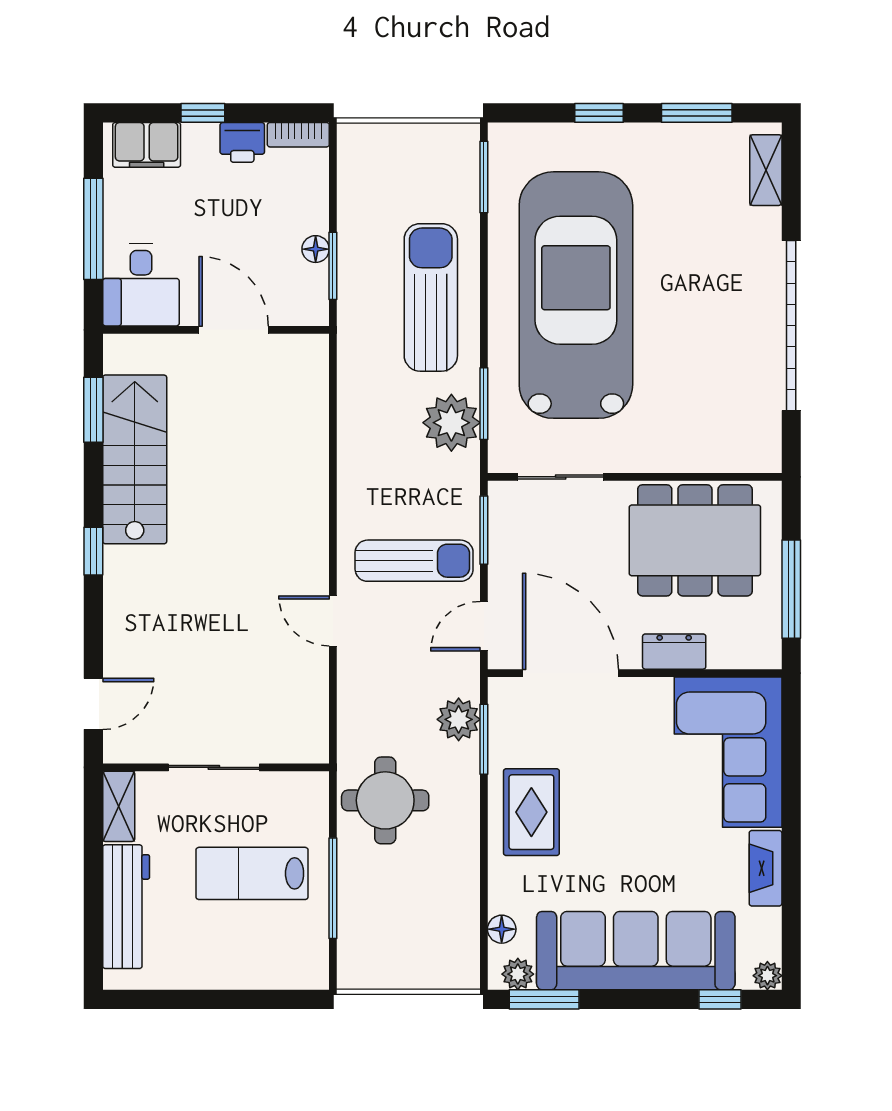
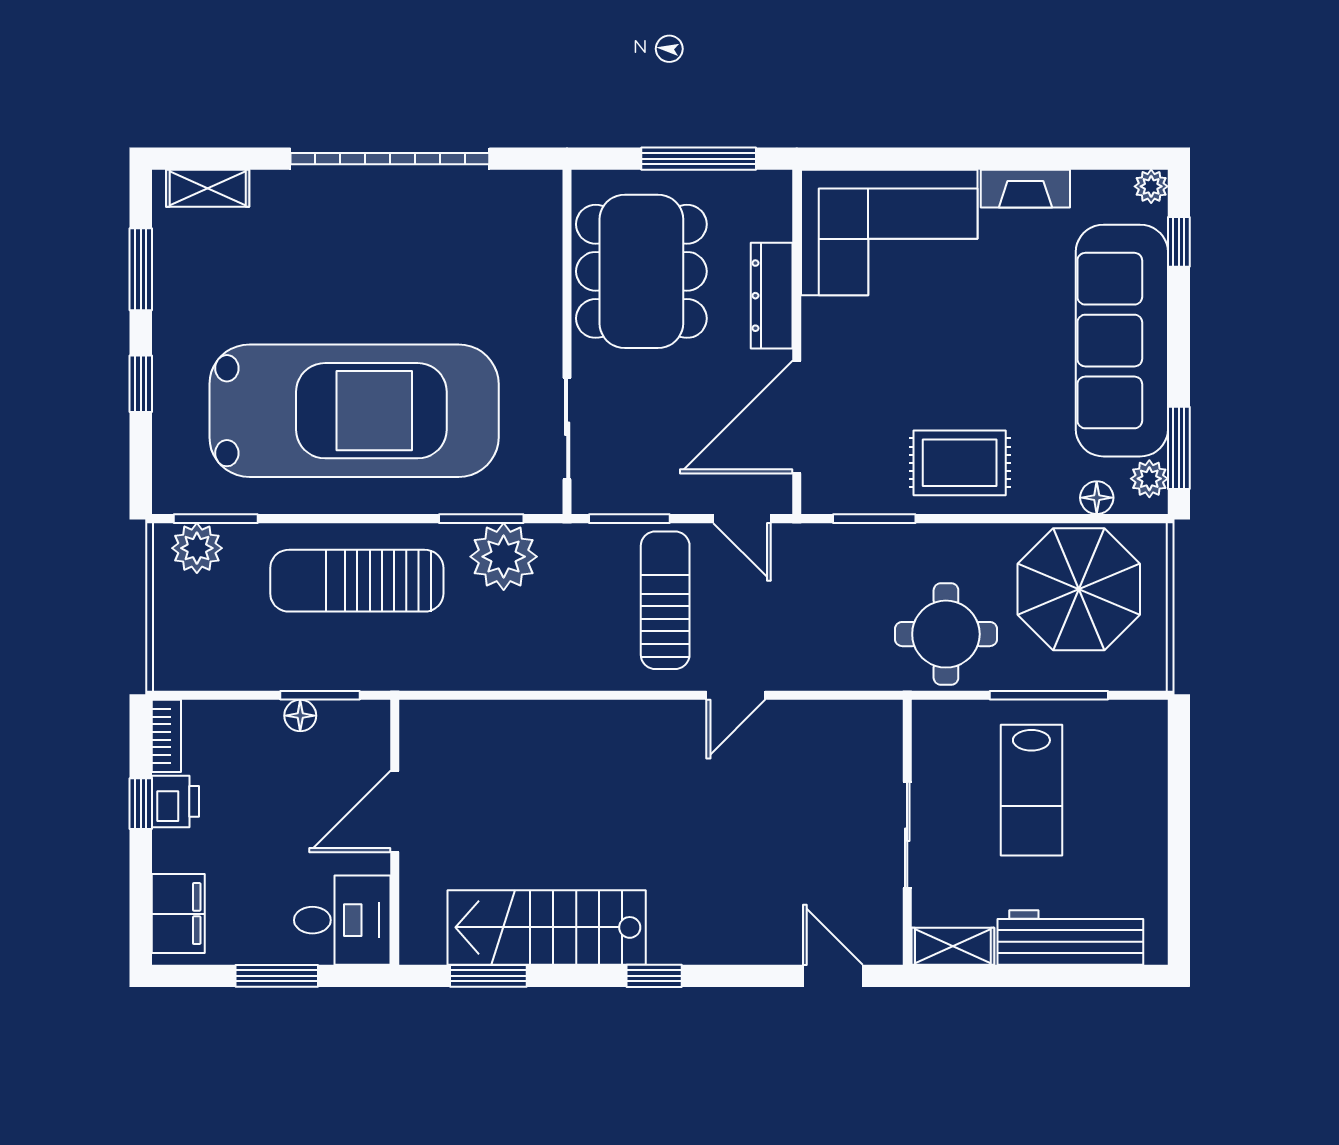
window: (203, 113) -> (141, 804), moved
window: (93, 229) -> (277, 976), width x0.69
car: (576, 295) -> (354, 411), turned 180
dresser: (674, 652) -> (772, 296), width x1.44
plant: (459, 719) -> (197, 548), moved
parasol: (424, 914) -> (1079, 589), added

